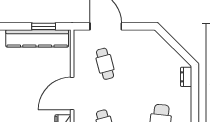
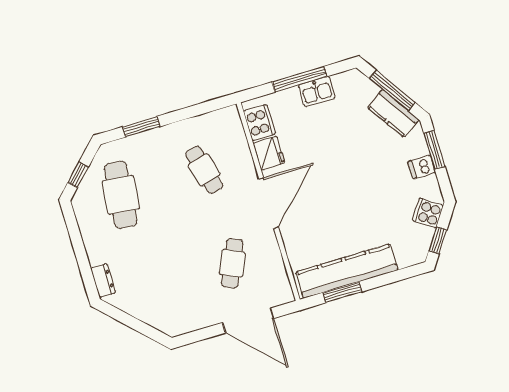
cafe table: (105, 64) -> (232, 263), turned 39

